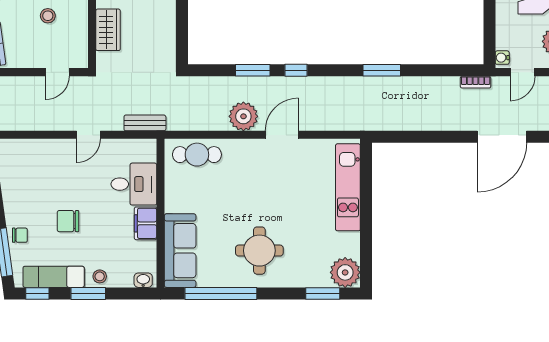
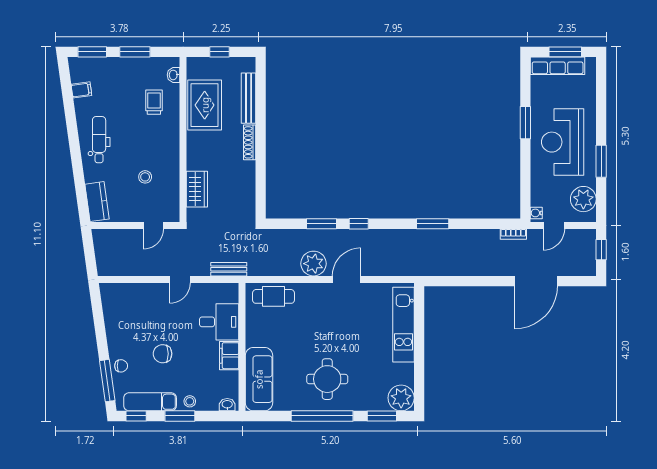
window: (221, 293) -> (322, 416), moved

